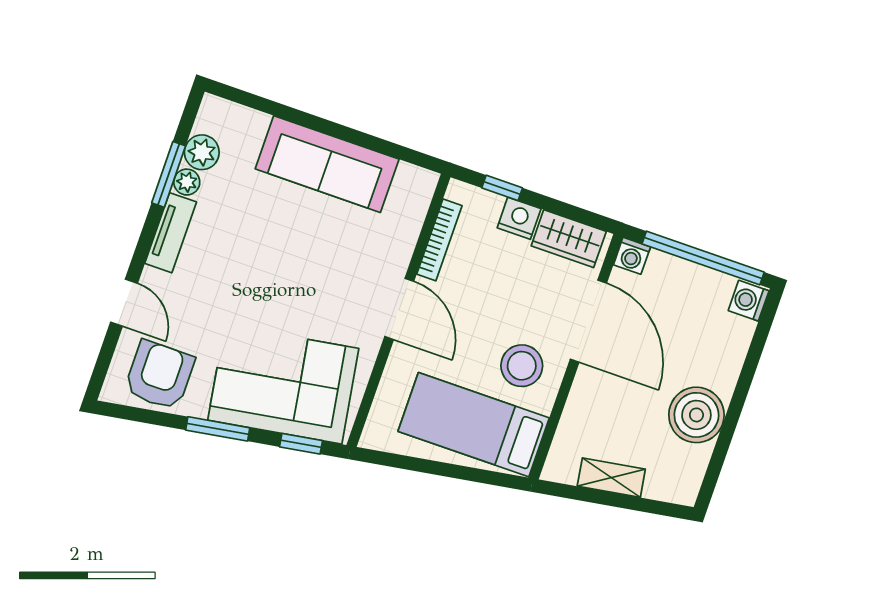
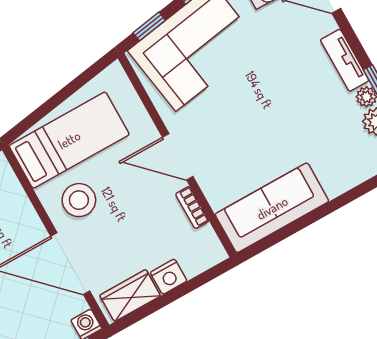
sofa: (327, 164) -> (272, 208), moved
window: (502, 188) -> (196, 283), removed
bookcase: (439, 240) -> (192, 207), width x0.64

